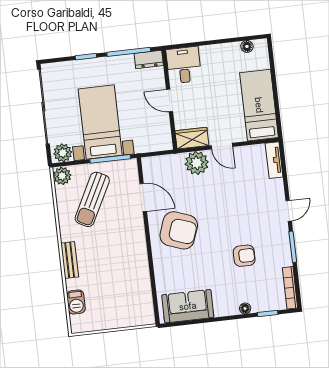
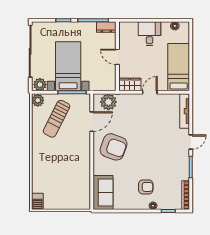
desk: (184, 65) -> (150, 34), moved
door: (222, 146) -> (150, 92), swing flipped
tv unit: (274, 160) -> (185, 111), width x1.41
plant: (197, 163) -> (108, 102), moved
door: (143, 198) -> (92, 122), hinge flipped
armchair: (244, 256) -> (146, 187), moved
bench: (70, 260) -> (36, 159), removed
barbecue: (76, 302) -> (37, 201), moved
sofa: (188, 306) -> (103, 192), moved, turned 90

